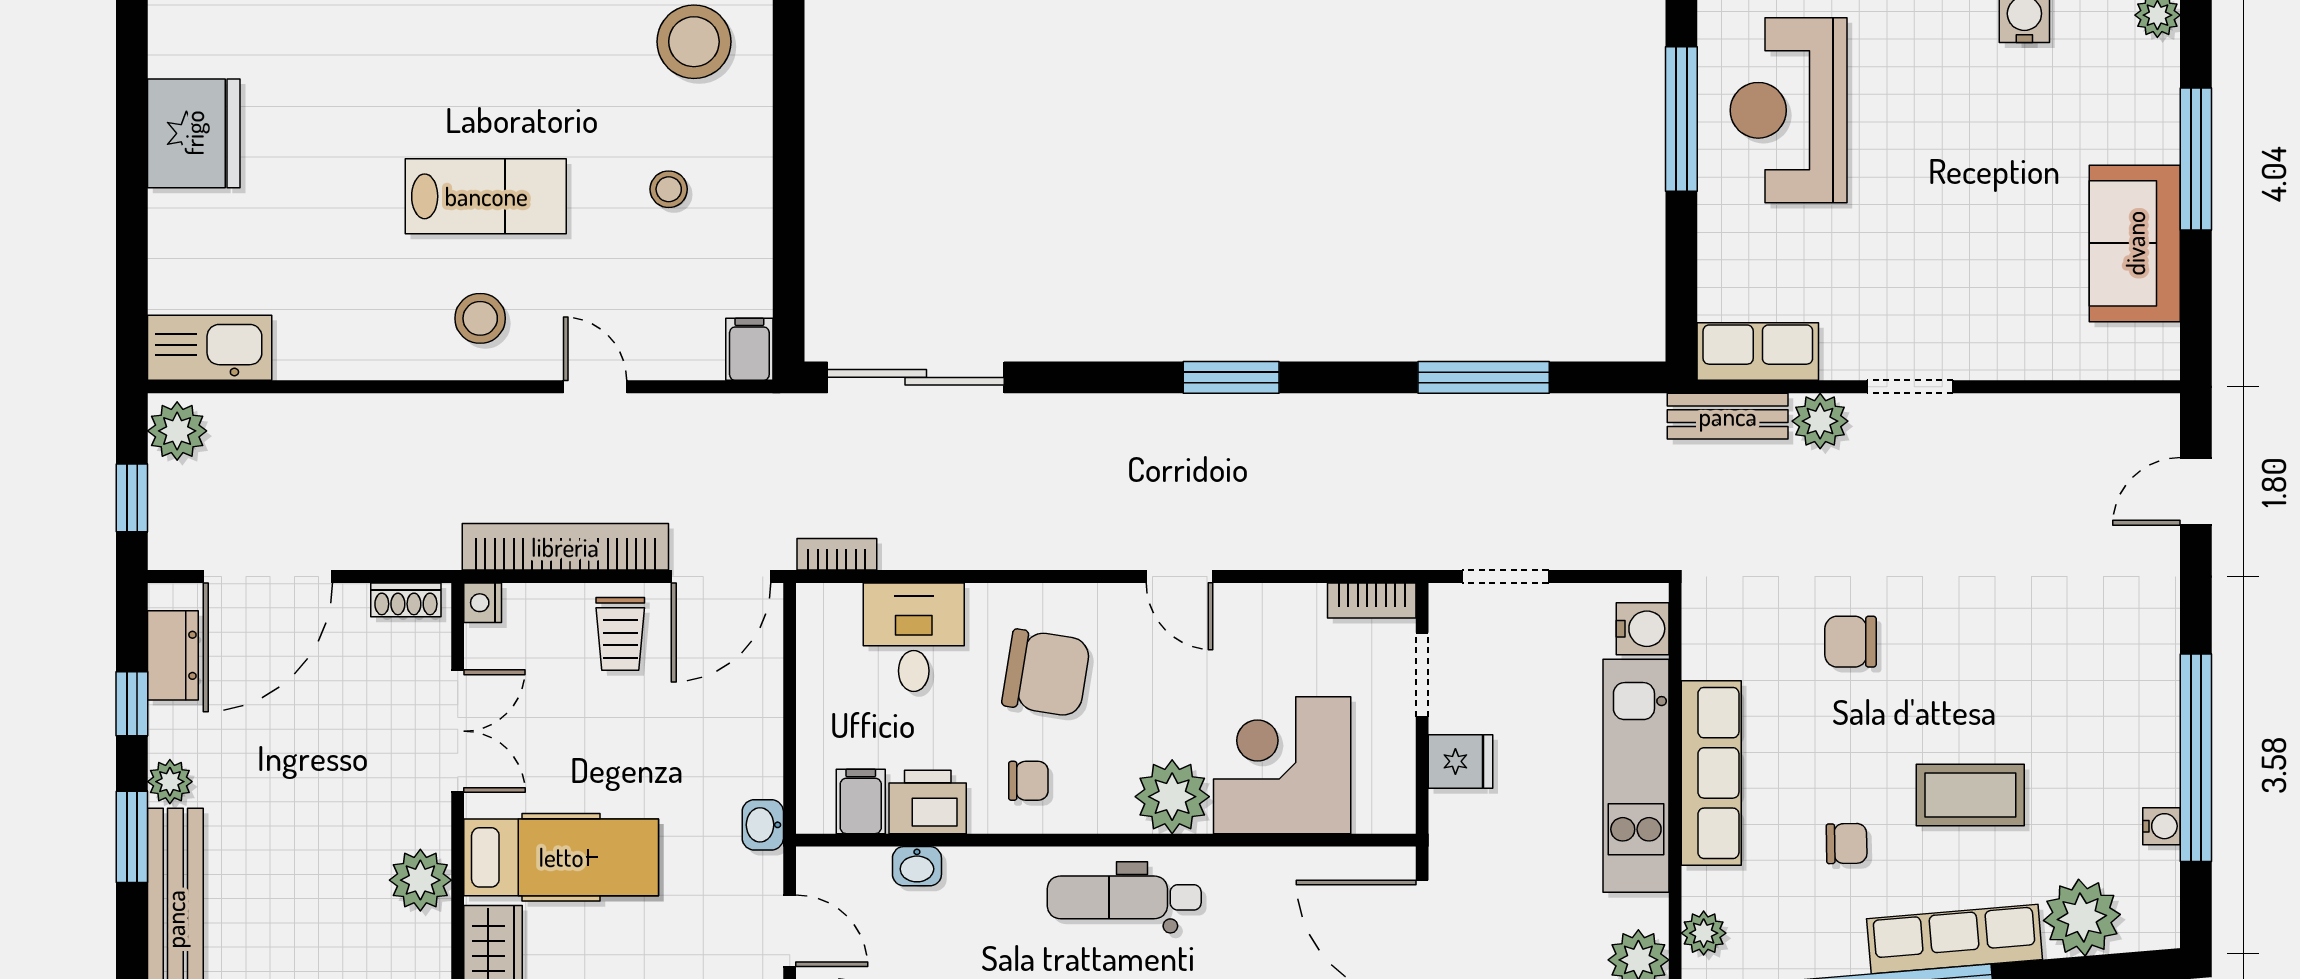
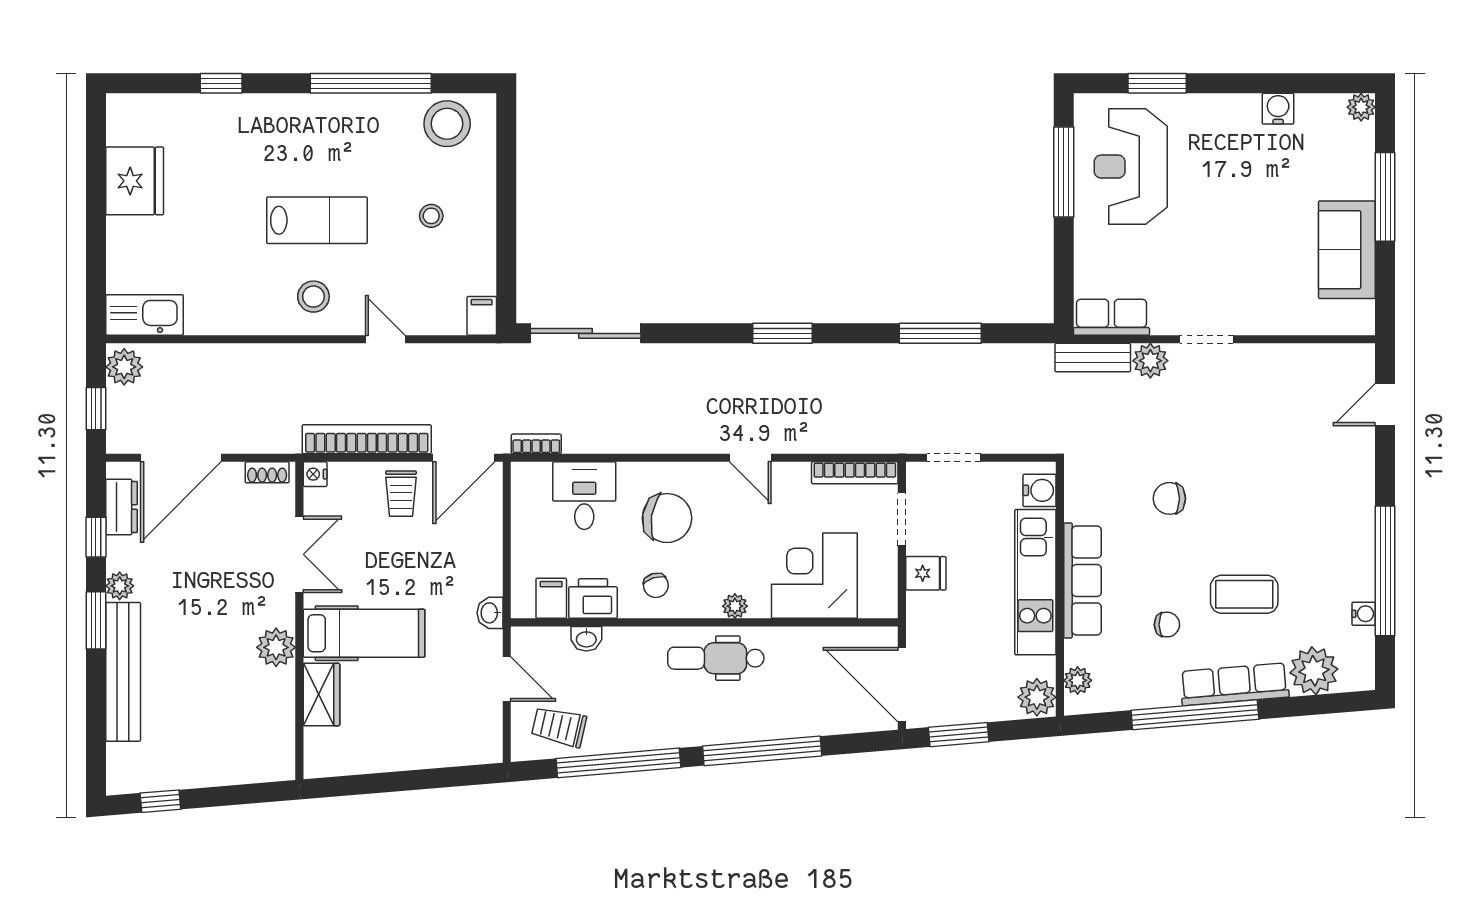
bookcase: (1372, 601) -> (855, 473), width x1.56
chair: (1028, 781) -> (656, 585), turned 73
plant: (1172, 797) -> (735, 606), width x0.53, depth x0.53

